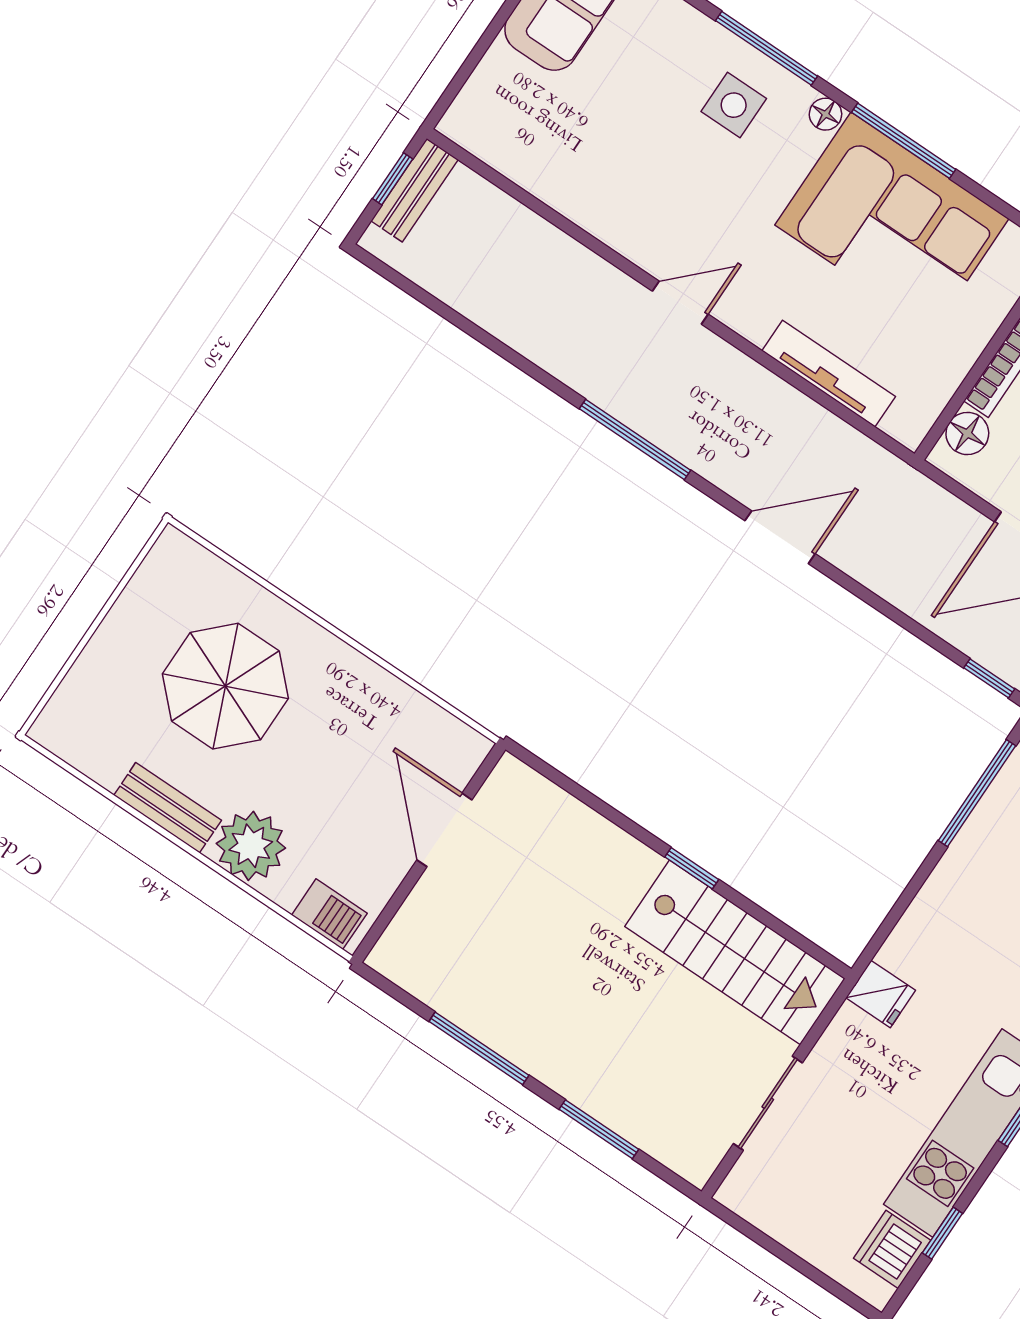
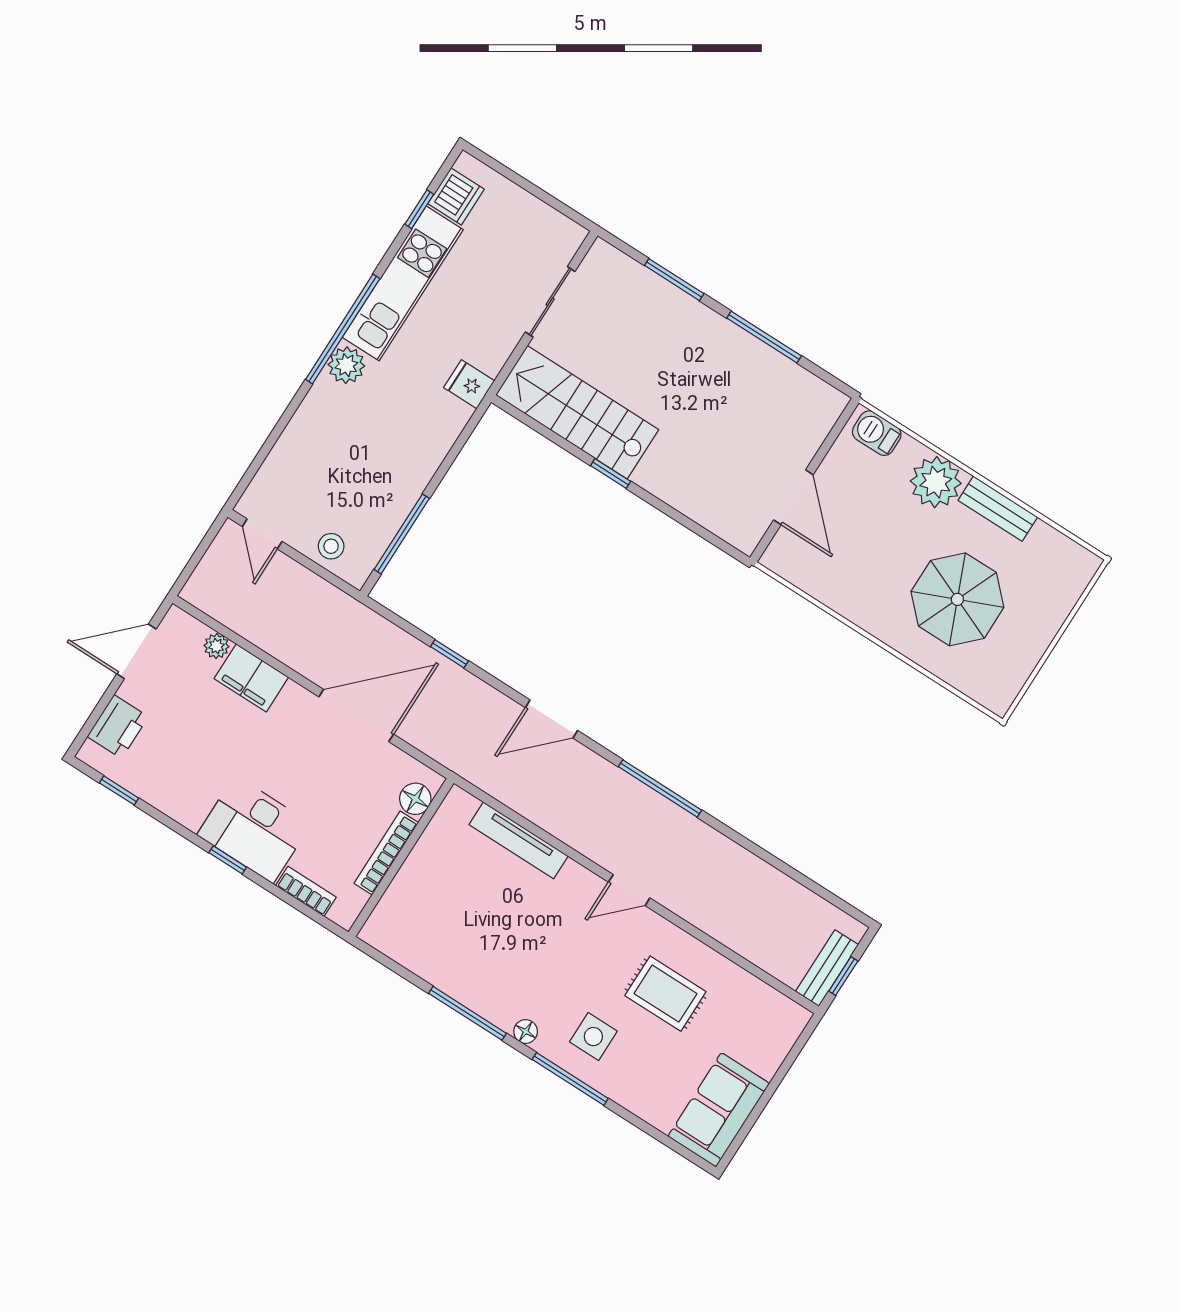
rug: (634, 161) -> (665, 994), added
corner sofa: (892, 222) -> (475, 953), removed
window: (989, 678) -> (449, 654), moved

